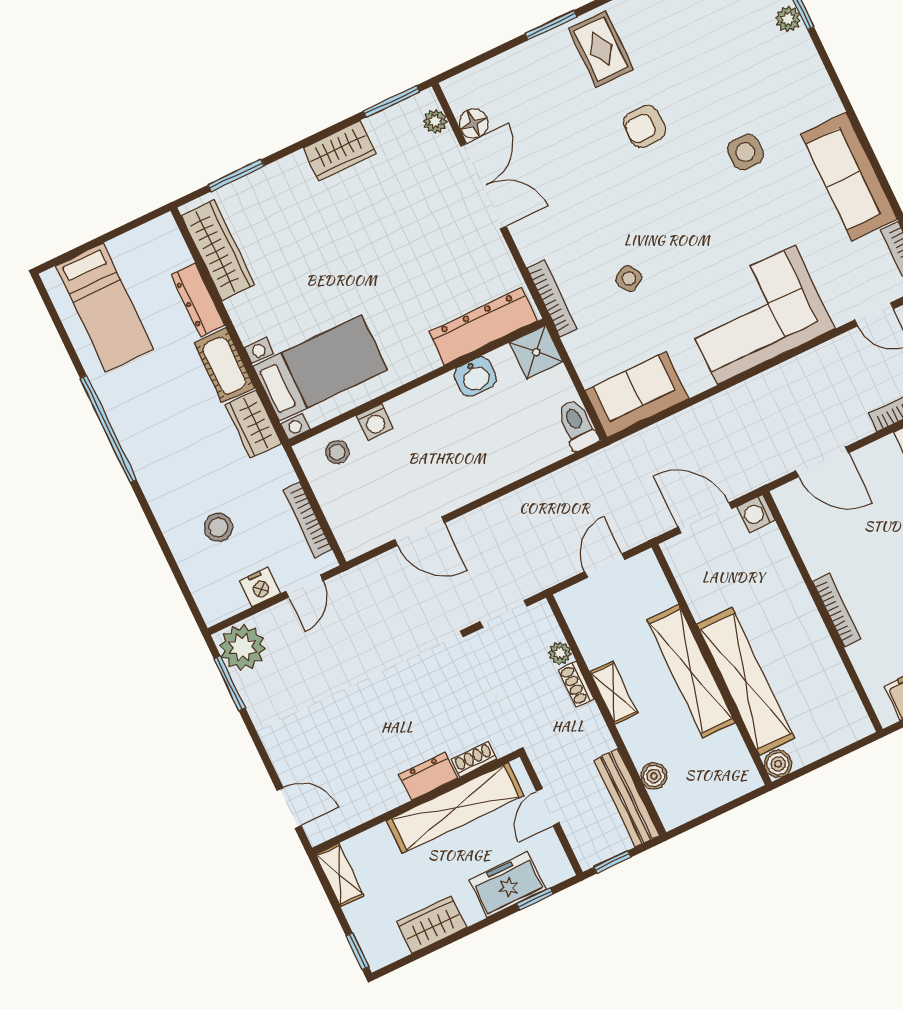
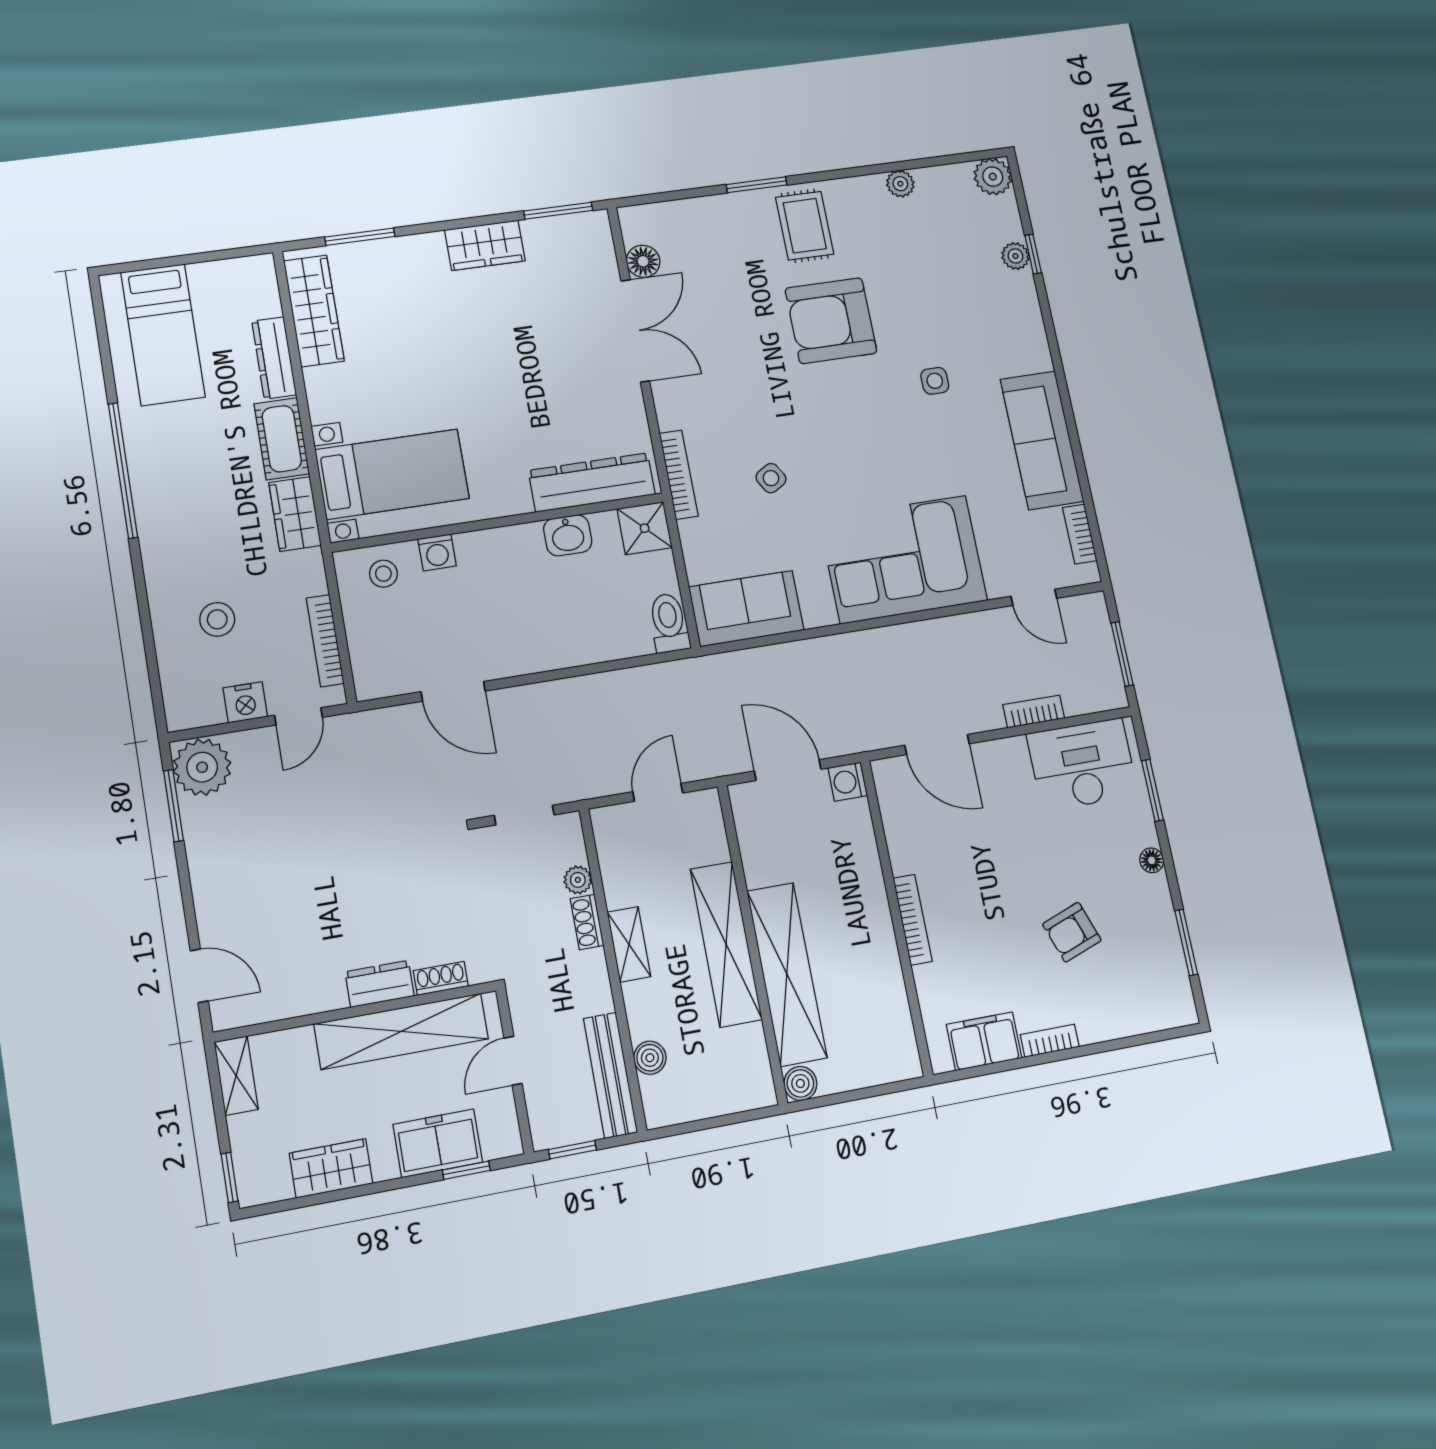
plant: (435, 121) -> (601, 246), removed
armchair: (644, 126) -> (831, 321), width x1.88, depth x1.88
side table: (745, 152) -> (935, 381), width x0.73, depth x0.73

